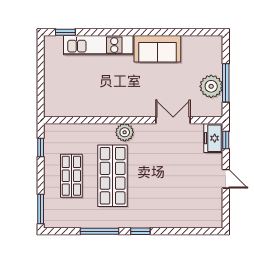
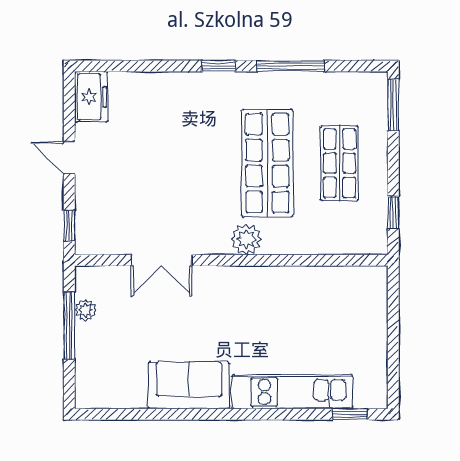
plant: (211, 86) -> (85, 310), width x0.53, depth x0.53
freezer: (213, 138) -> (91, 97), moved

